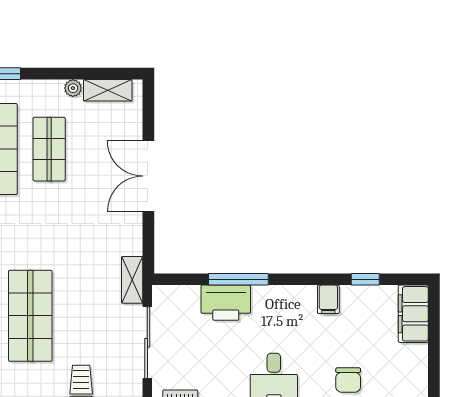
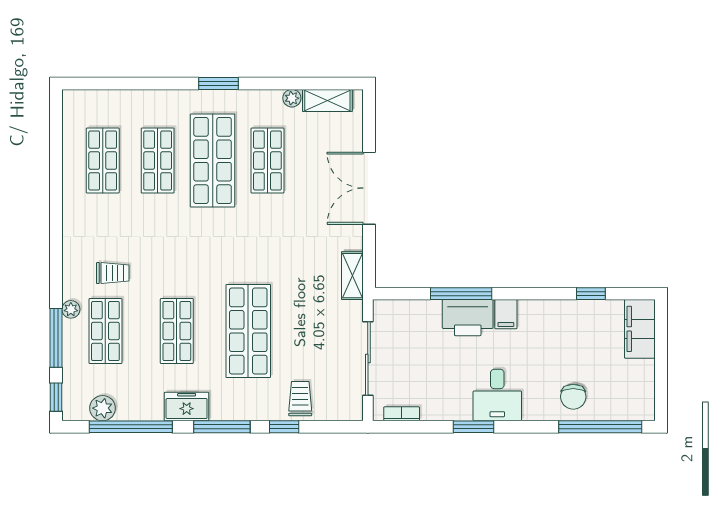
shelving: (132, 280) -> (352, 276), moved
filing cabinet: (328, 299) -> (506, 314), moved
printer: (226, 303) -> (468, 318), moved

